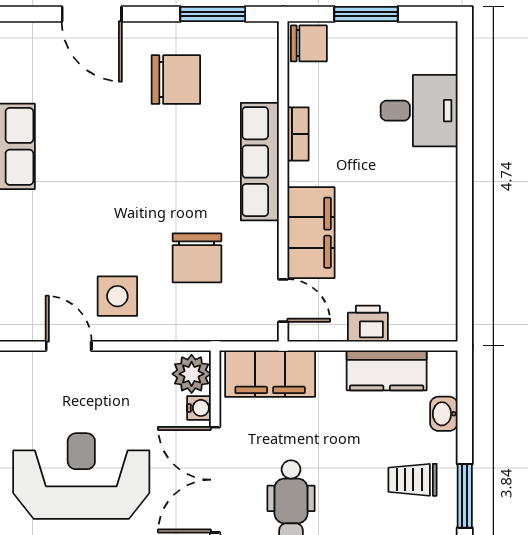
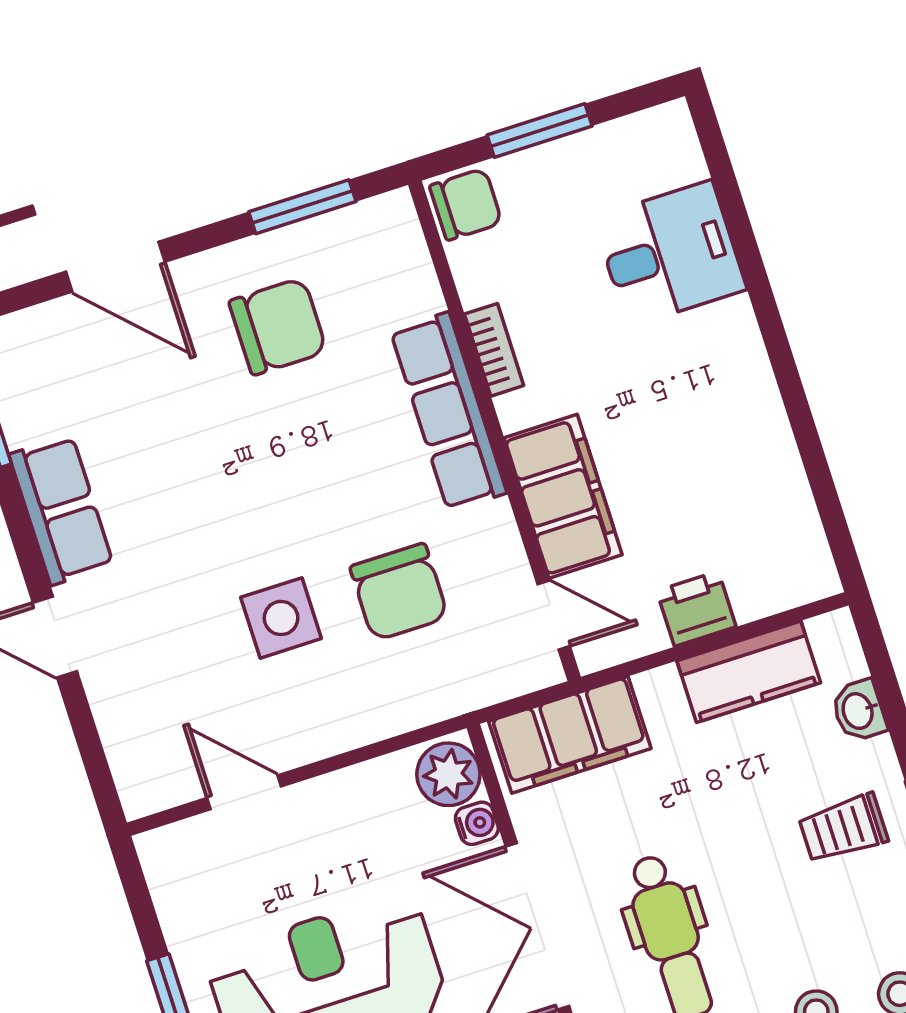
side table: (117, 296) -> (281, 618), moved

